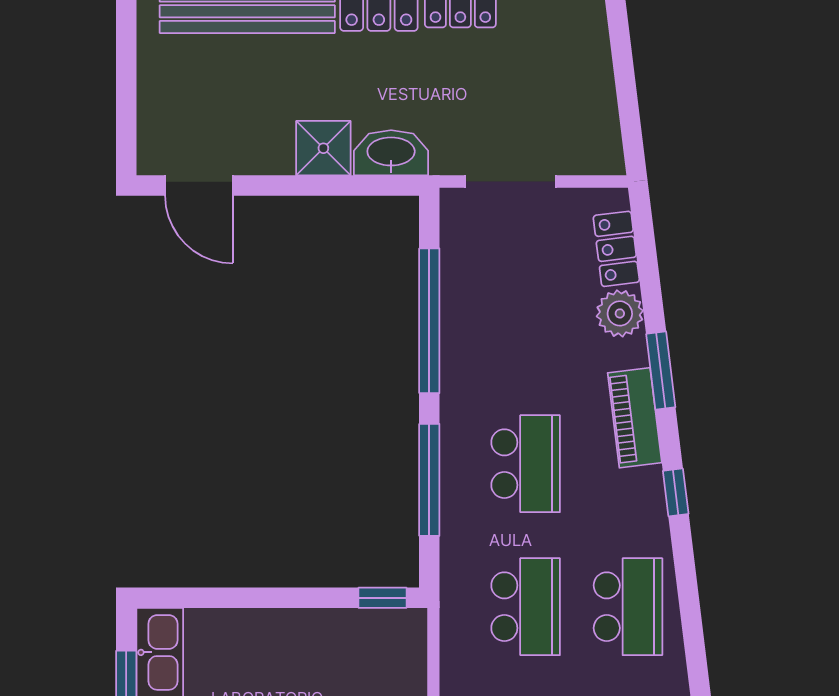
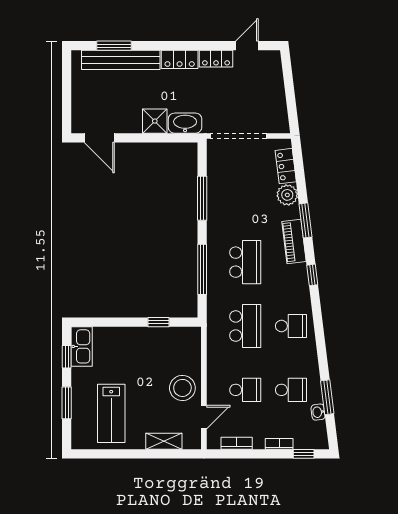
doorway: (510, 182) -> (238, 136), width x1.36
window: (429, 321) -> (202, 198), width x0.68
window: (383, 598) -> (159, 322), moved
school desk: (628, 607) -> (291, 326), width x0.54

